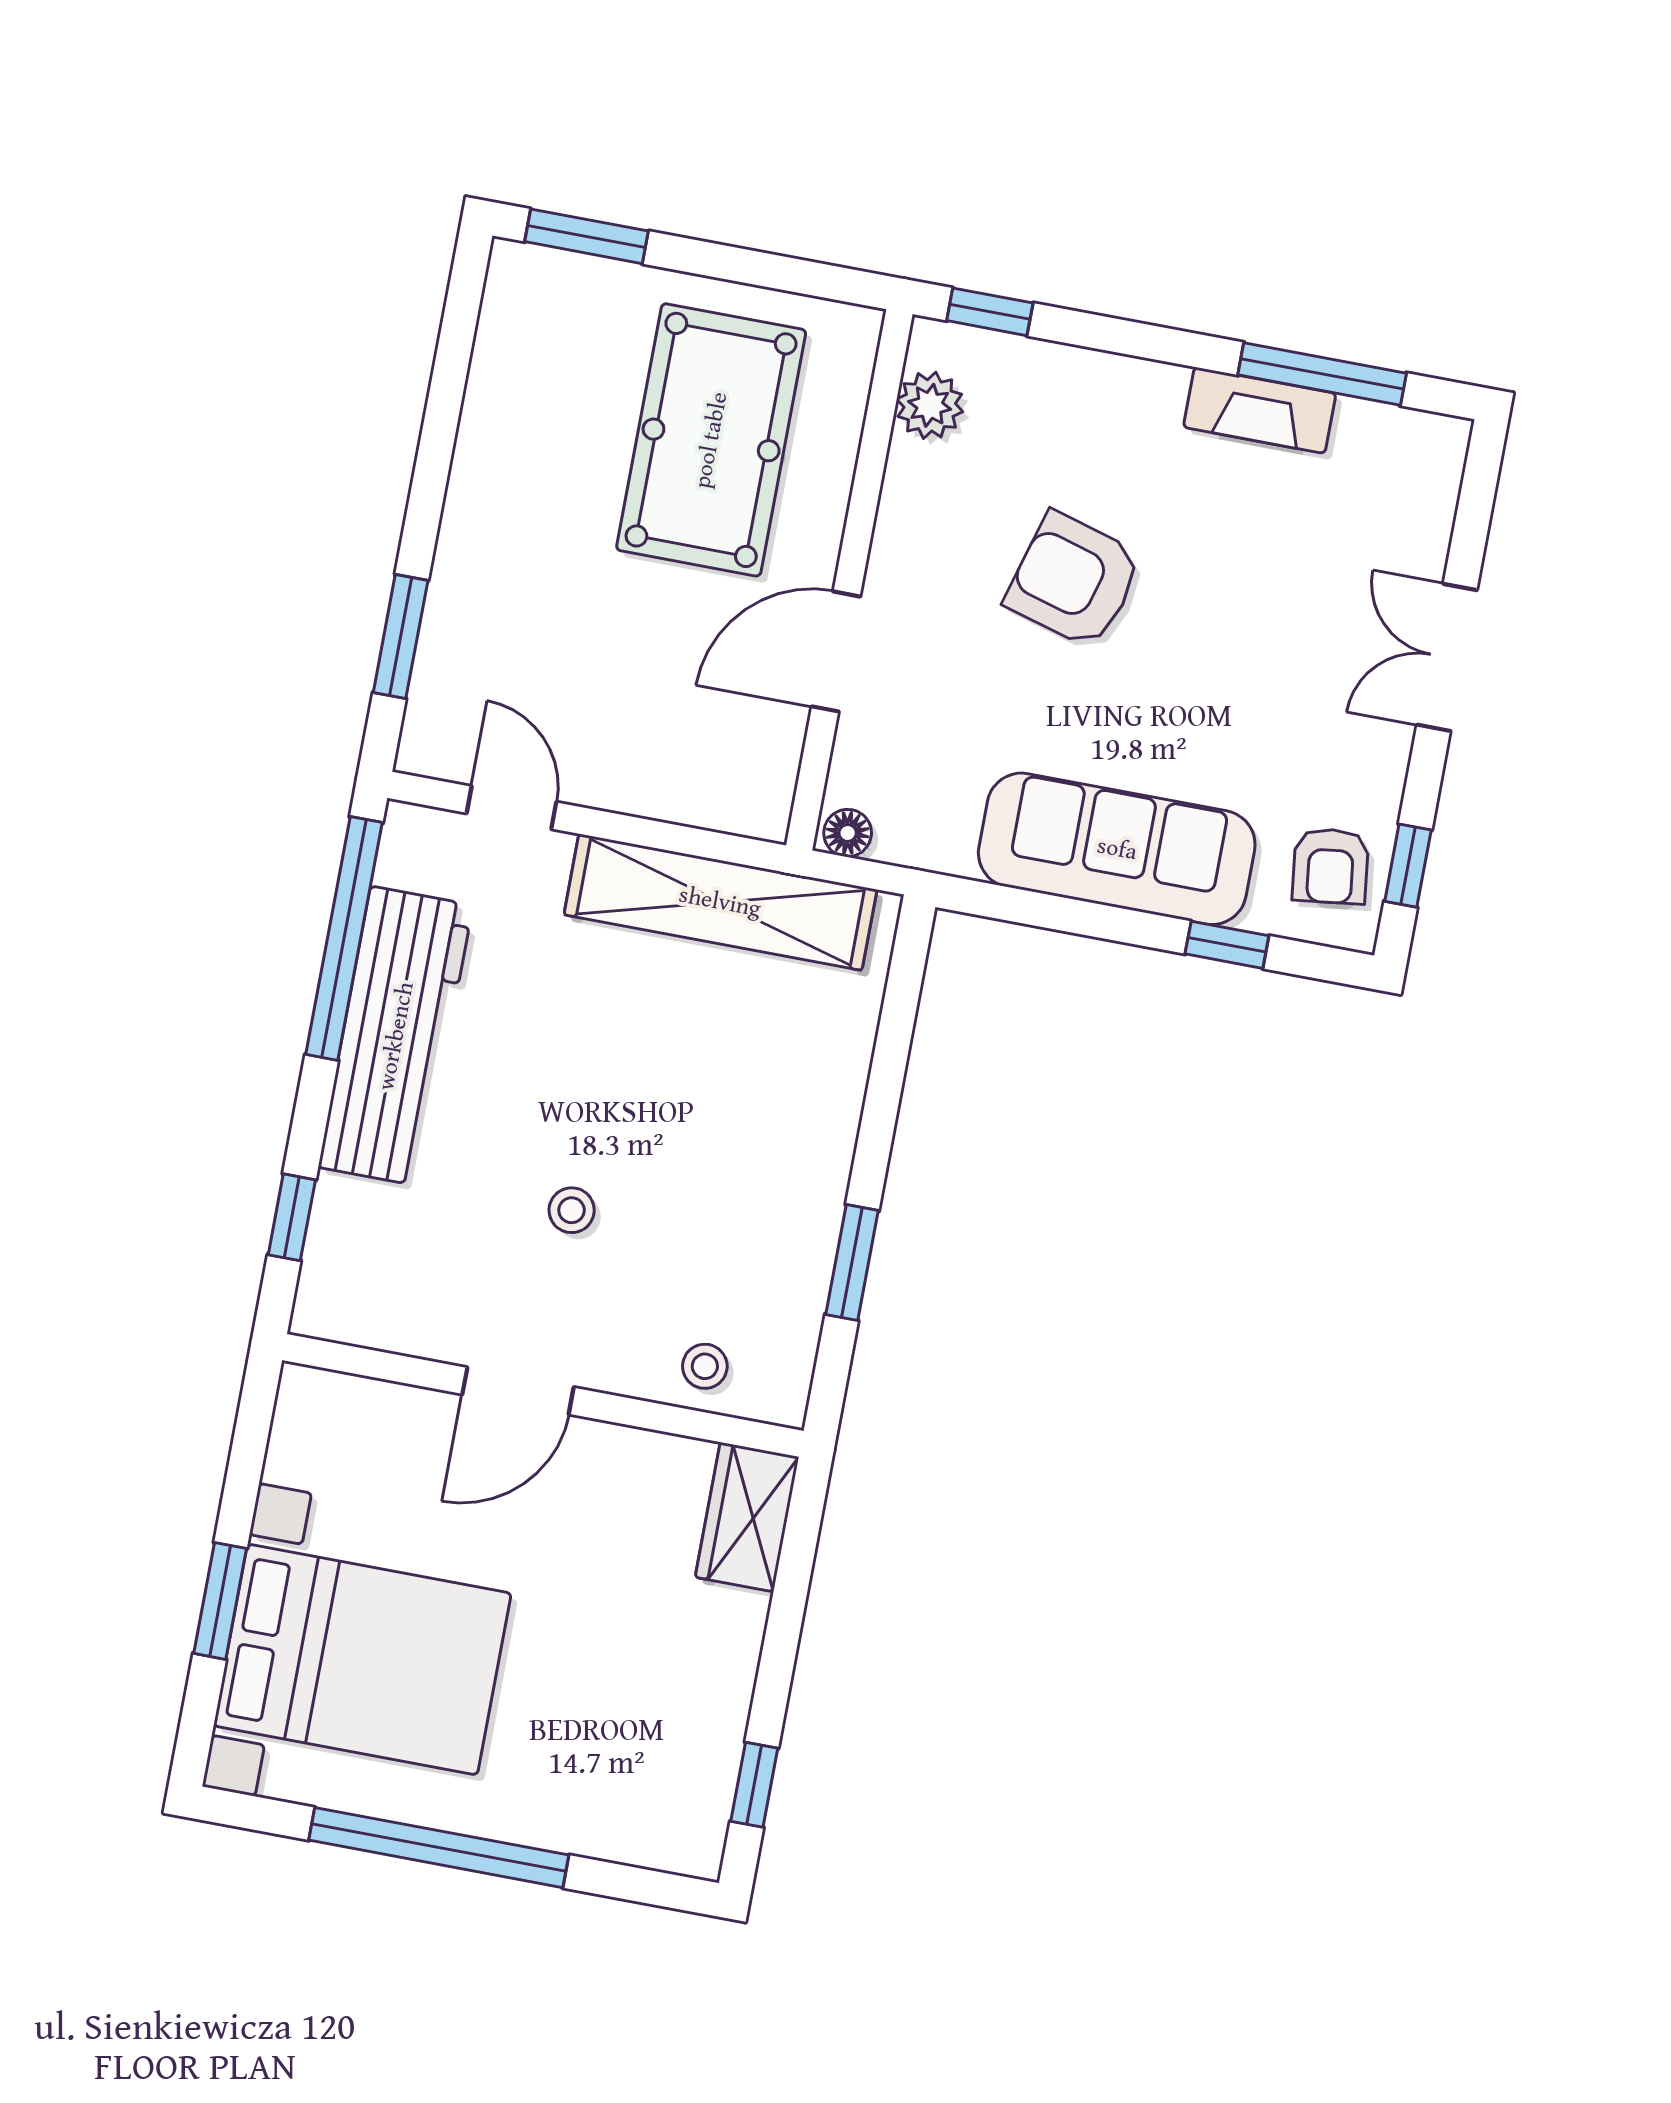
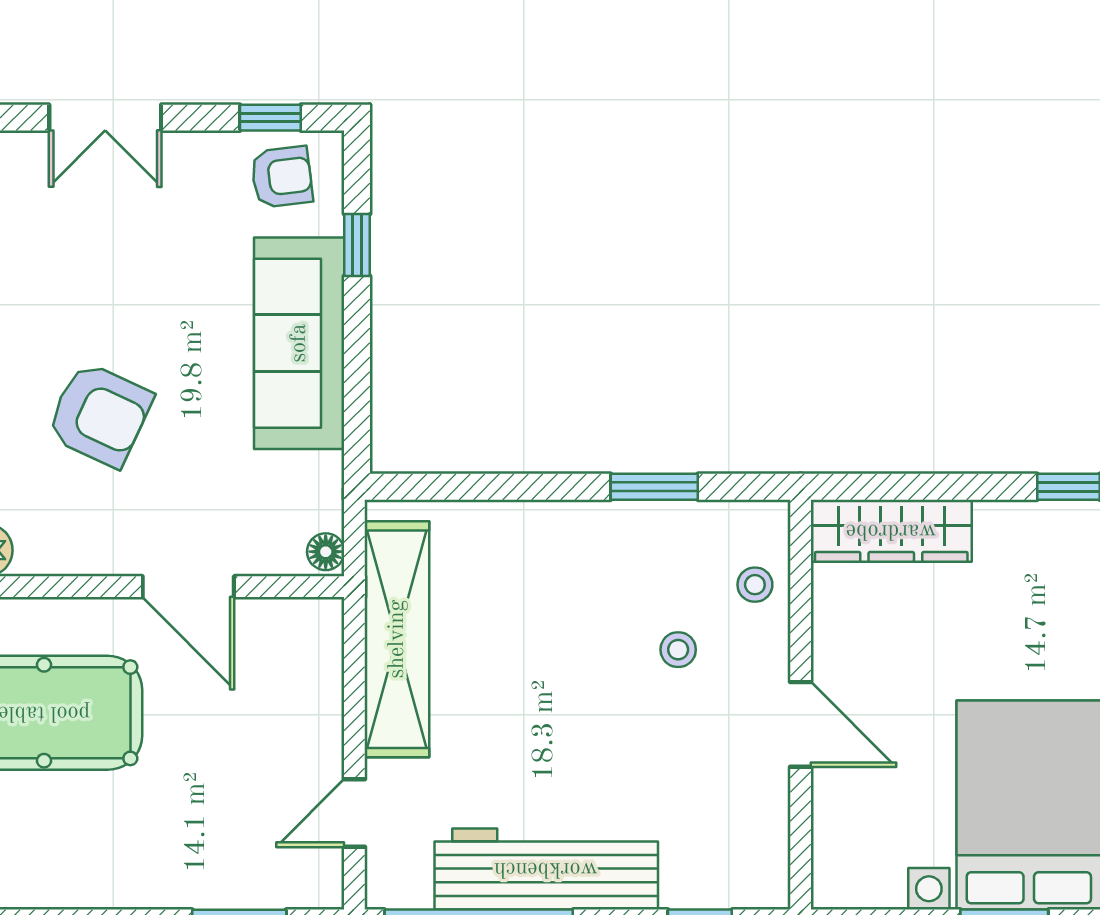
armchair: (1074, 580) -> (100, 414), turned -81
stool: (572, 1210) -> (678, 650), moved
wardrobe: (747, 1517) -> (891, 531), width x1.50

